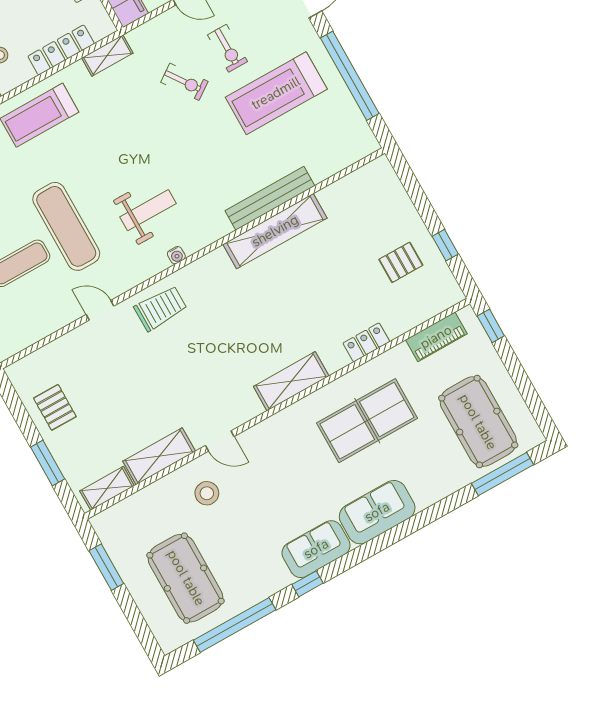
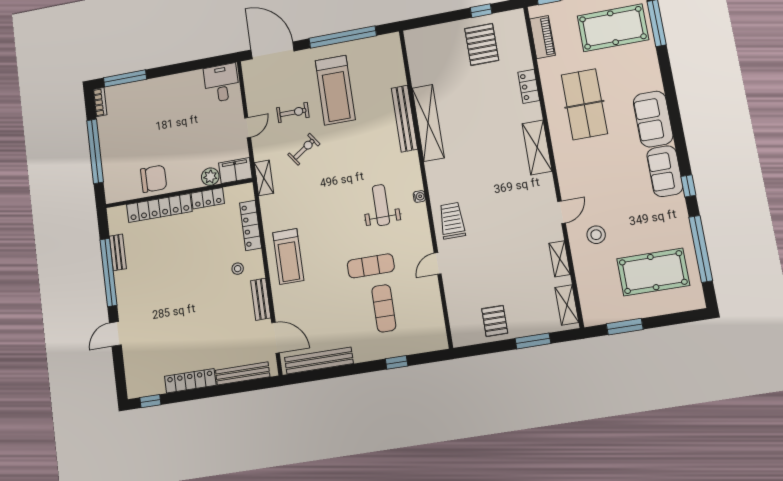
shelving: (107, 55) -> (264, 178), moved
exercise mat: (66, 226) -> (371, 266), width x0.73, depth x0.69
pallet: (401, 262) -> (482, 44), width x1.50, depth x1.42
pallet: (55, 407) -> (495, 321), turned 90
shelving: (159, 456) -> (560, 259), width x0.67, depth x0.75

